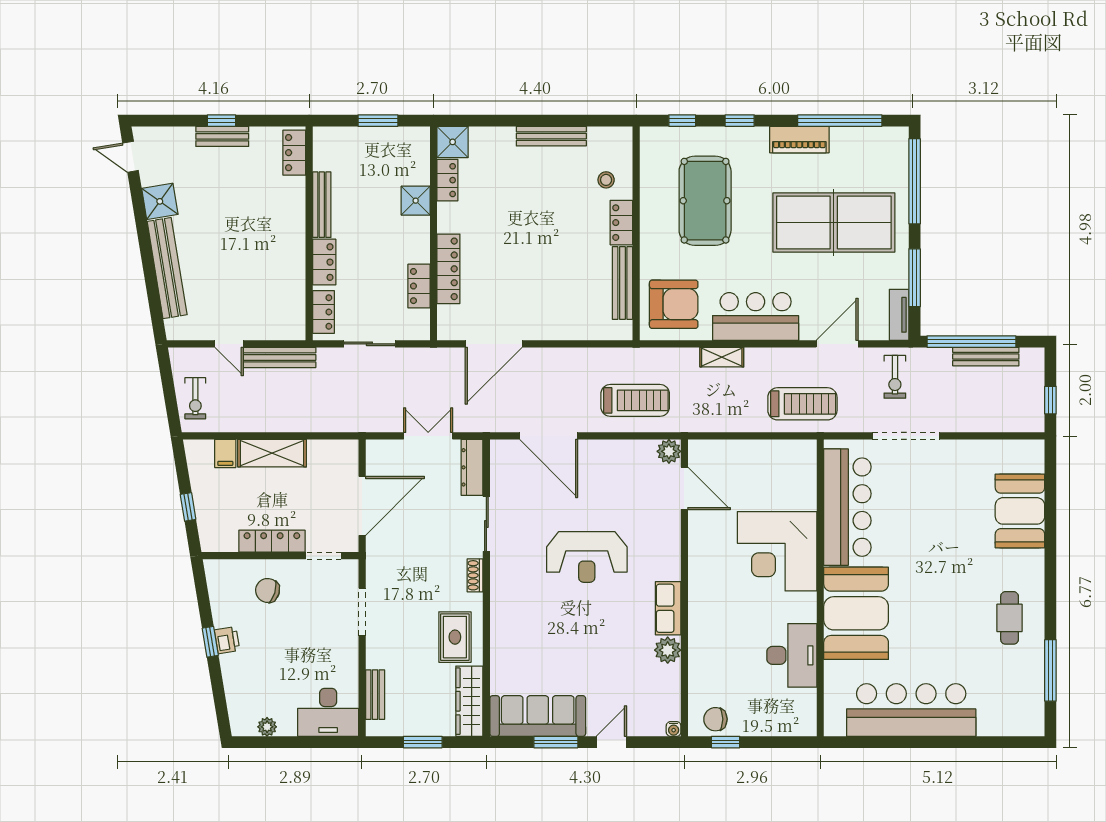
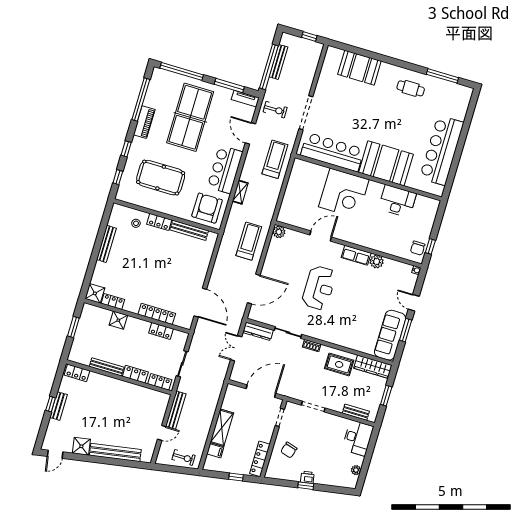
door: (684, 488) -> (321, 236), moved
door: (362, 506) -> (261, 391), hinge flipped
locker: (272, 541) -> (260, 459), moved

